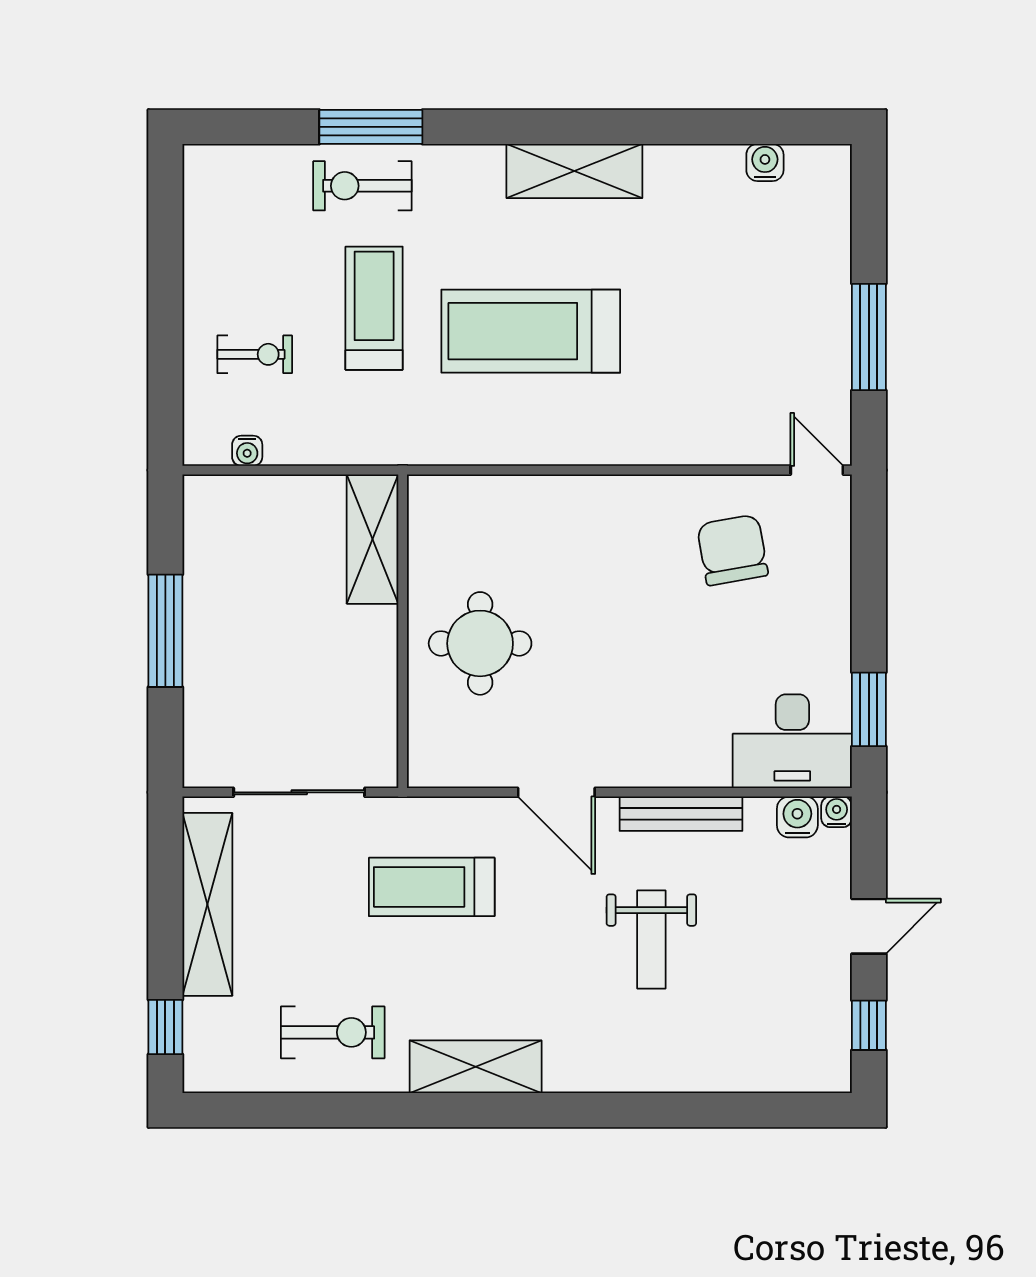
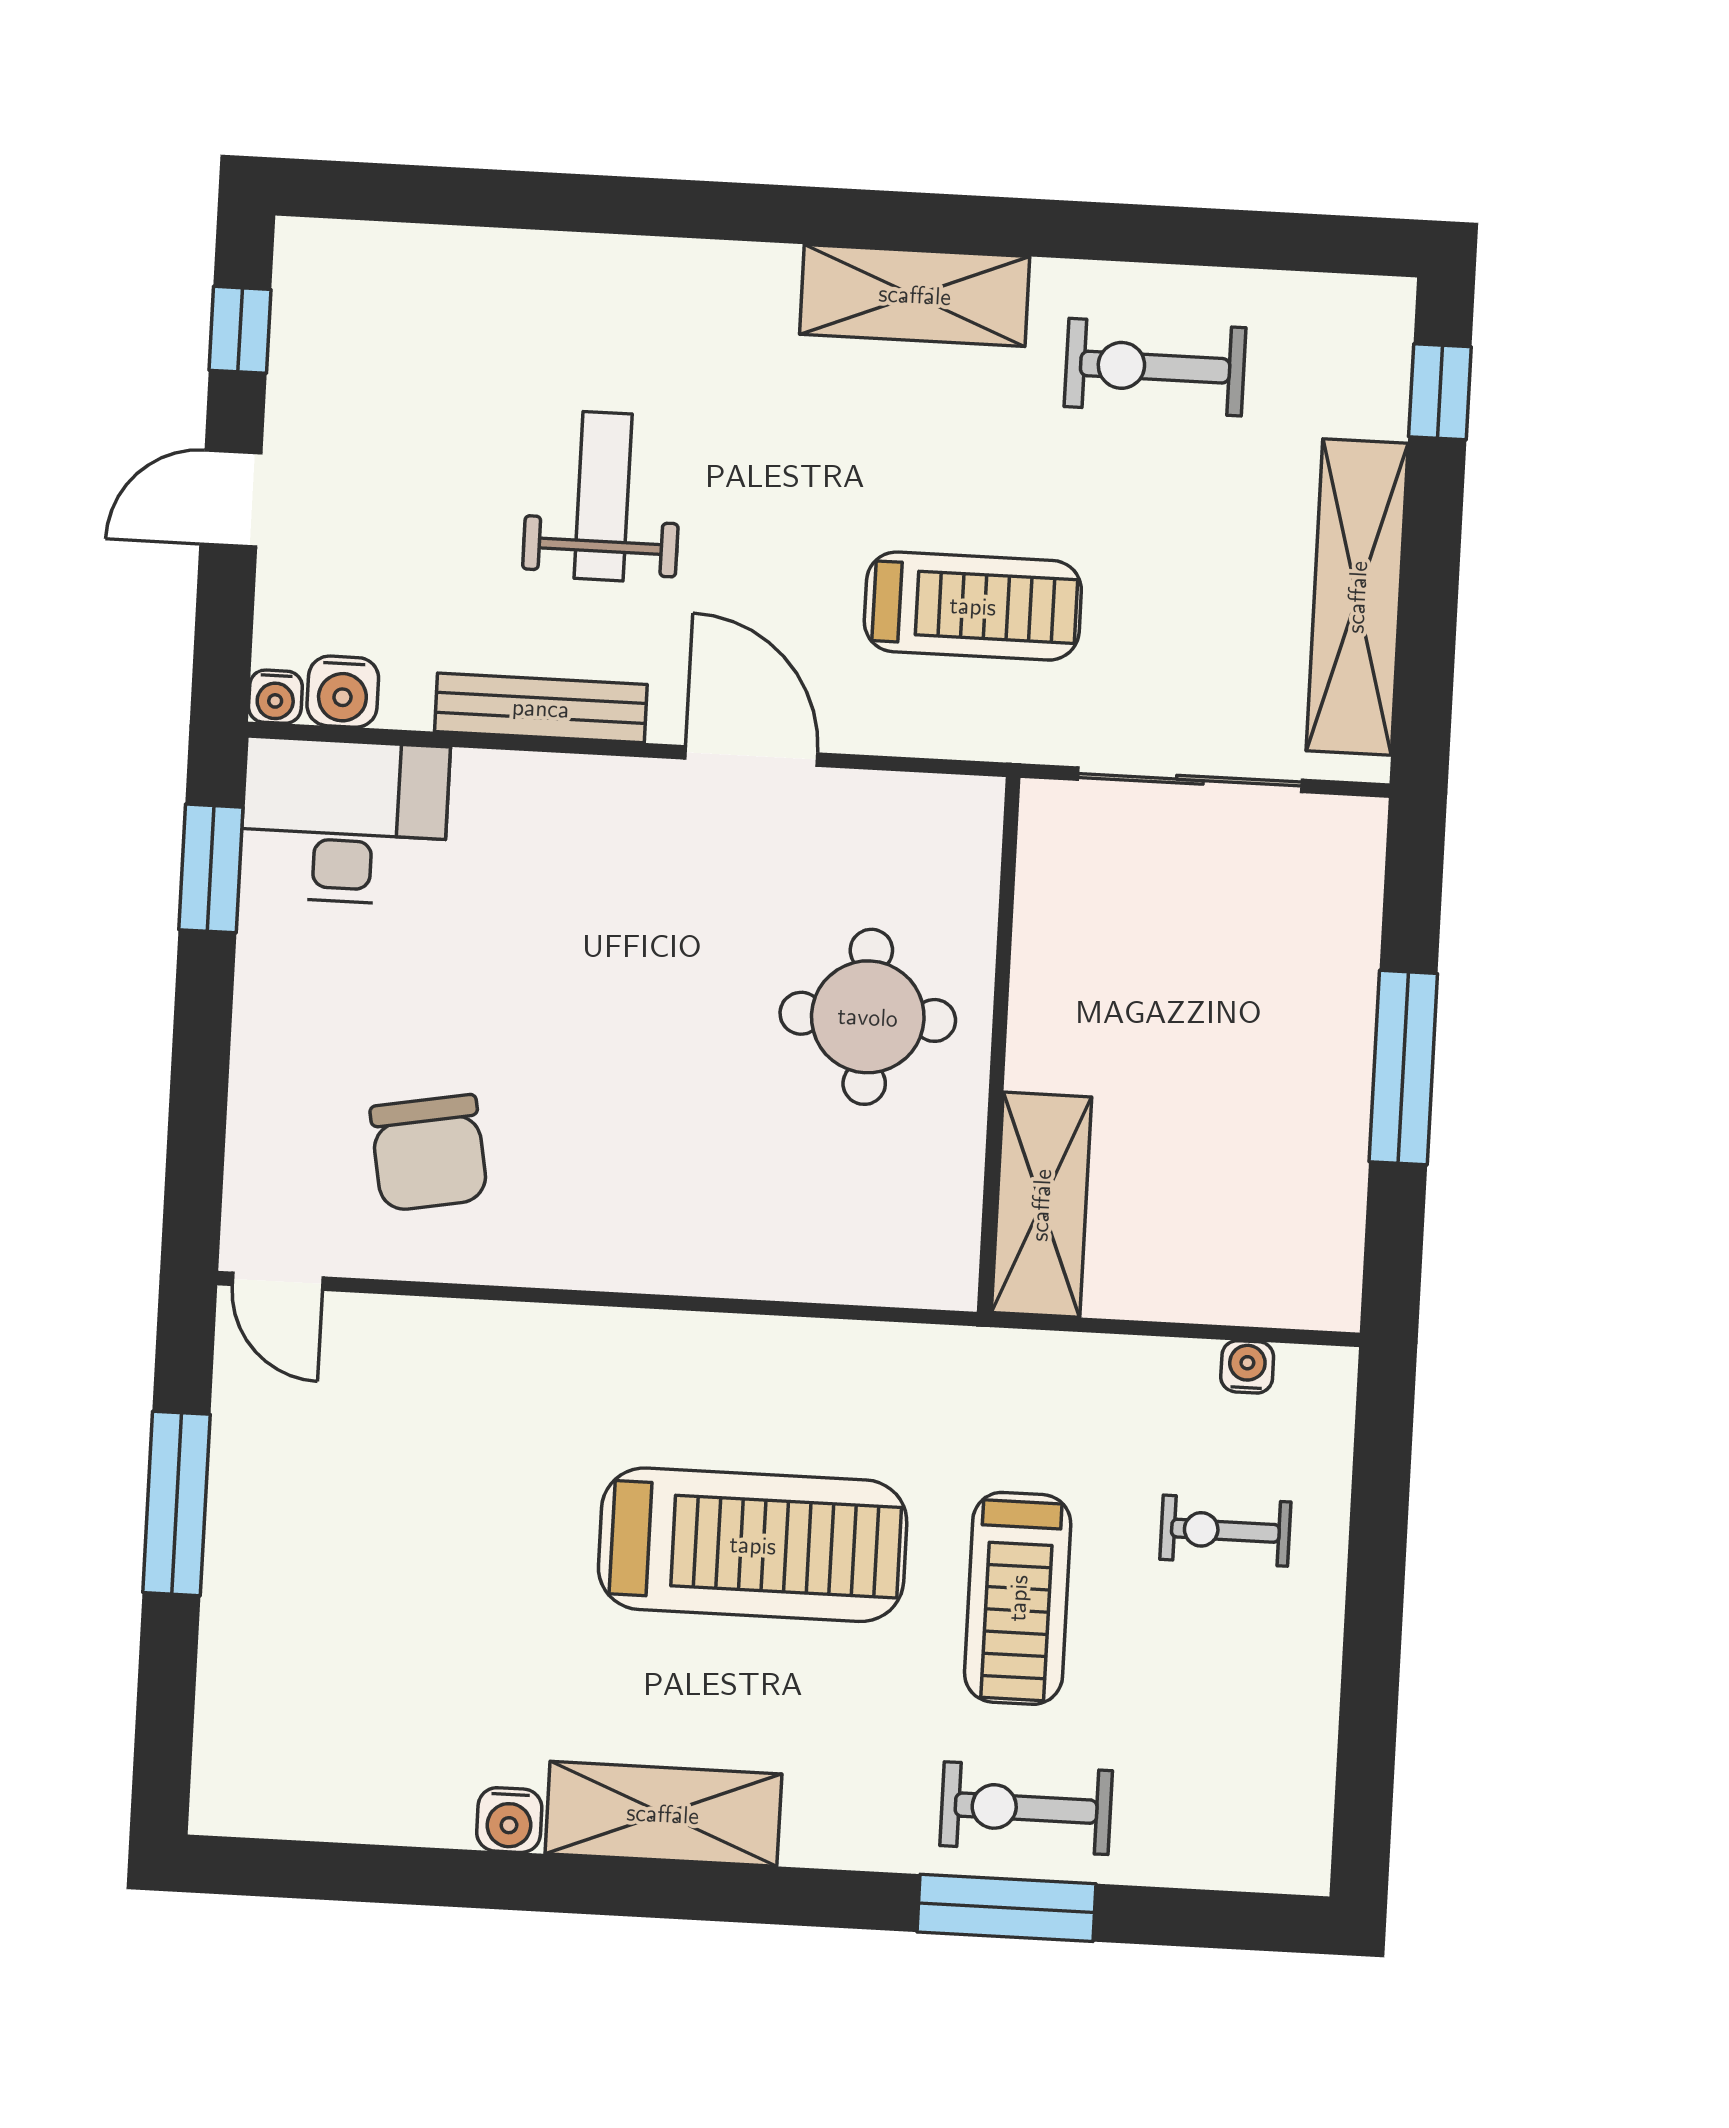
water cooler: (765, 162) -> (509, 1820), moved
exercise bike: (362, 186) -> (1026, 1808), turned 180

